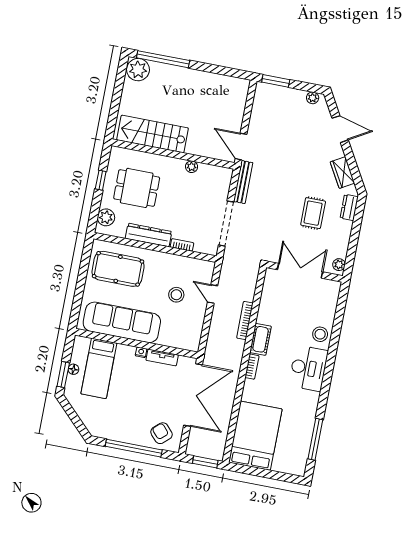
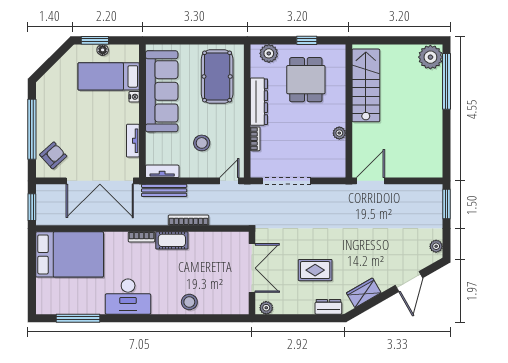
bench: (243, 182) -> (164, 190), moved
door: (213, 294) -> (229, 181), moved
tv unit: (195, 336) -> (162, 171), added
nightstand: (141, 352) -> (134, 97), moved
desk: (308, 368) -> (128, 297), moved

